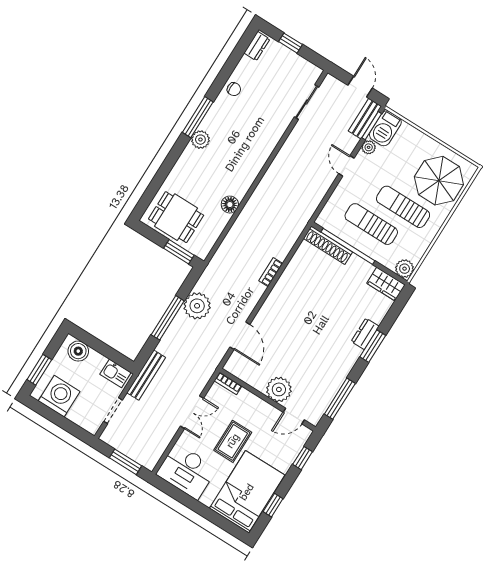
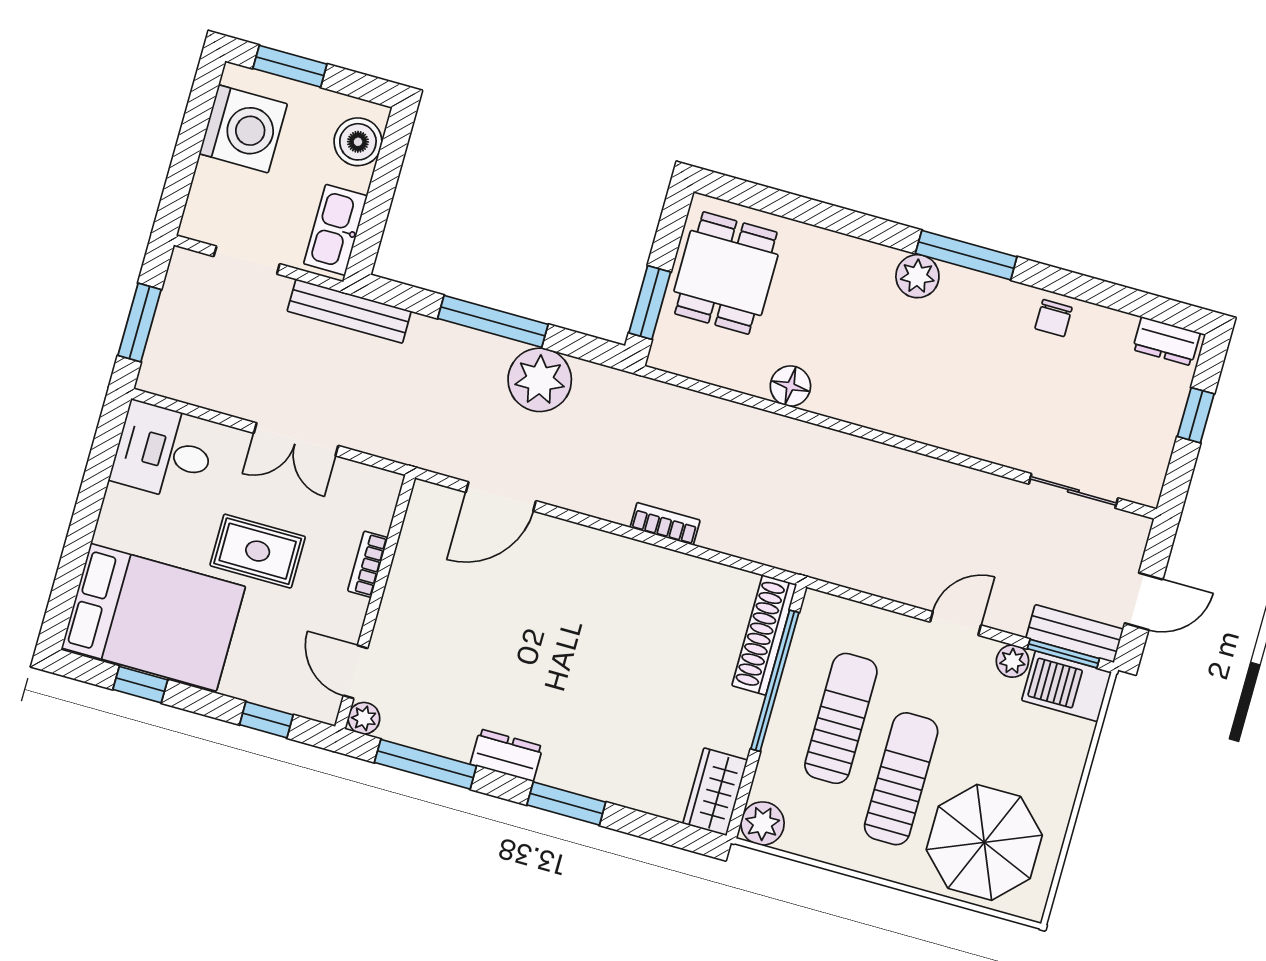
dresser: (365, 334) -> (507, 755), moved
kitchen sink: (115, 373) -> (336, 230), width x1.38
bookcase: (228, 383) -> (368, 564), moved
plant: (279, 389) -> (364, 718), moved, width x0.53, depth x0.53
desk: (187, 471) -> (164, 452), width x0.73

